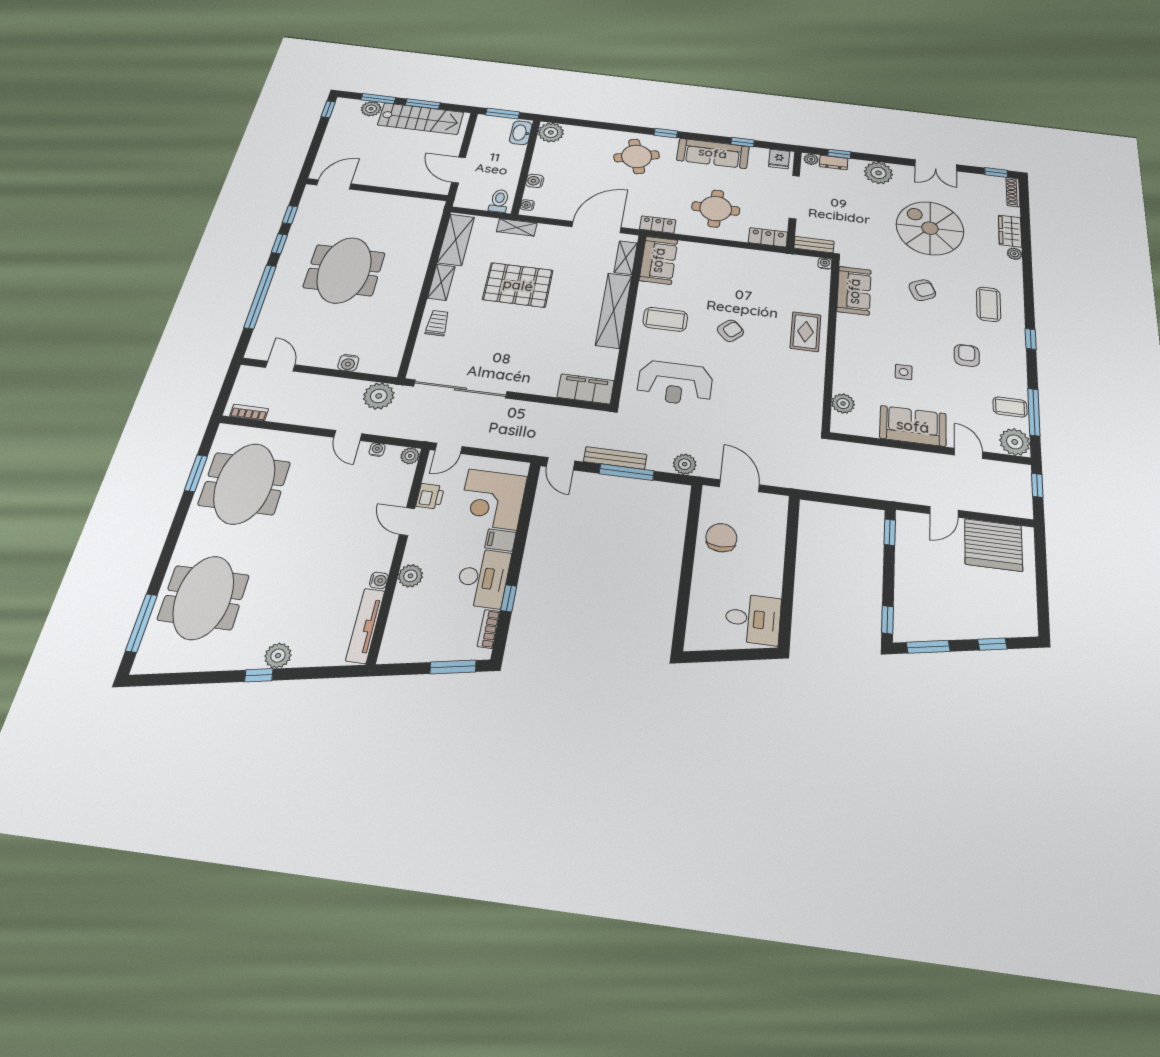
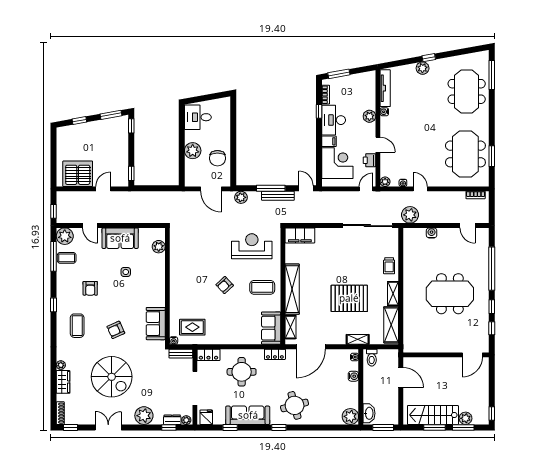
meeting table: (344, 270) -> (450, 294), turned 90
rug: (806, 332) -> (192, 327), moved, turned 90
plant: (768, 558) -> (193, 151), added

